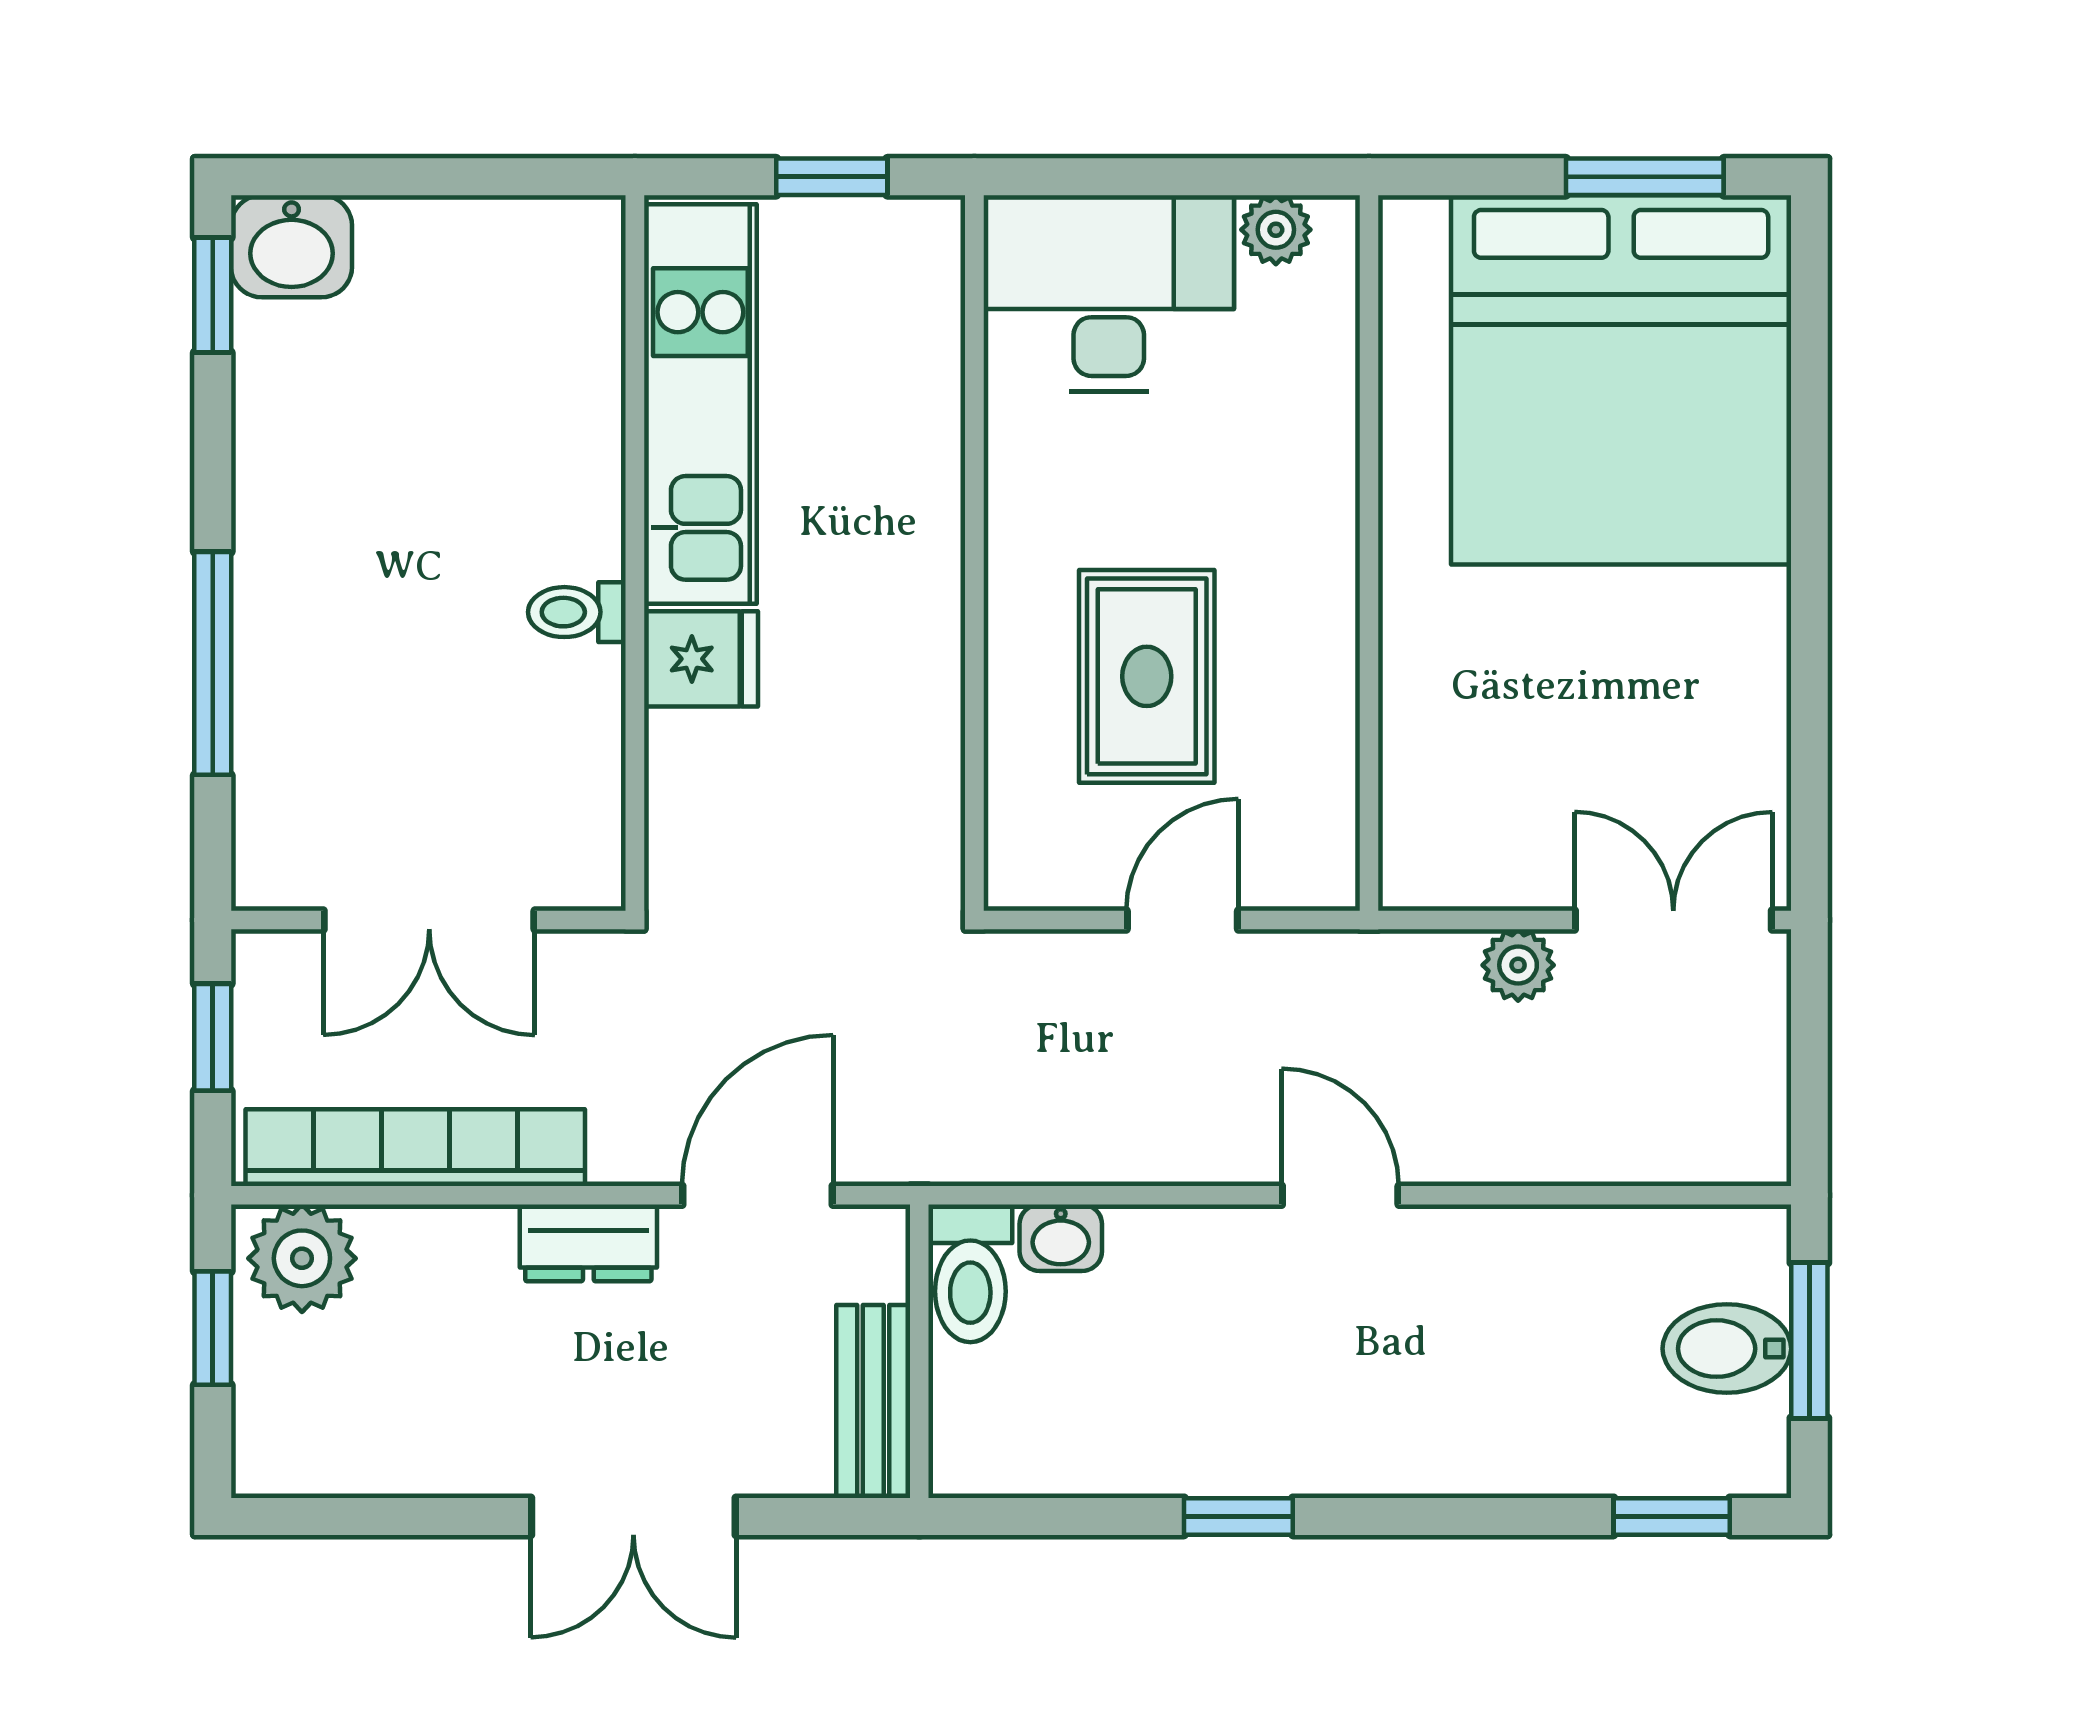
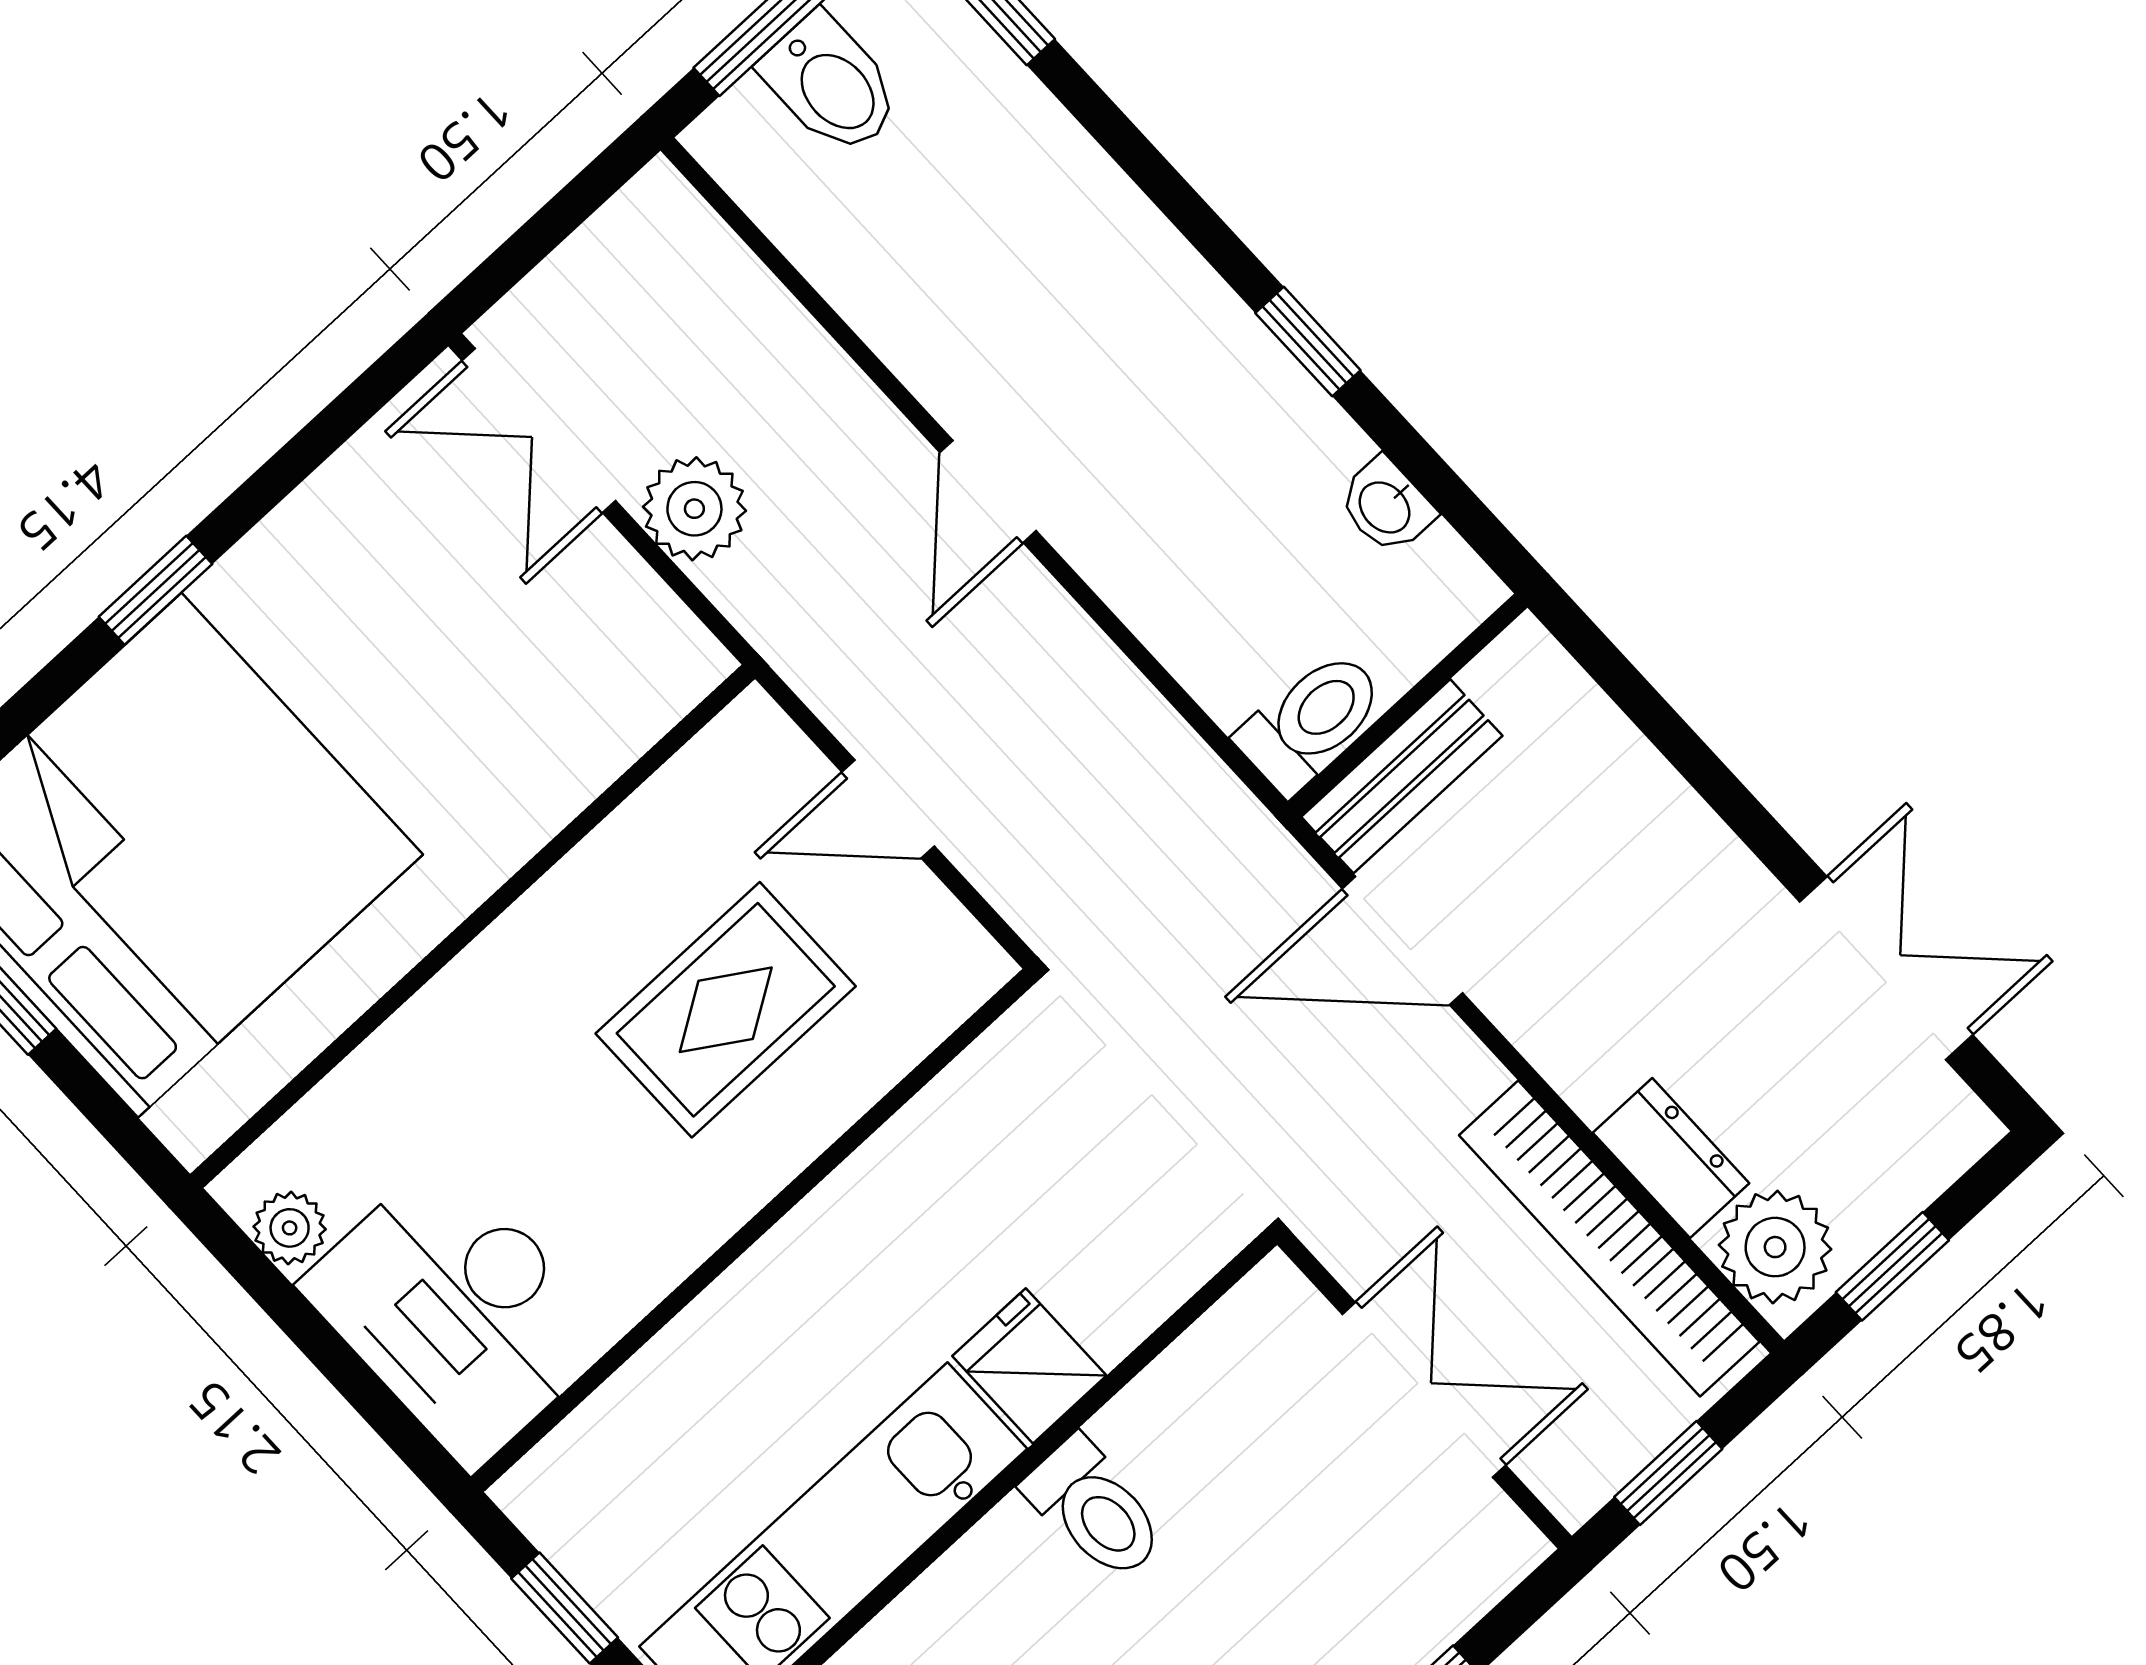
window: (1809, 548) -> (155, 590), added
toilet: (577, 612) -> (1095, 1509), width x1.37, depth x1.39
plant: (1518, 965) -> (694, 509), width x1.38, depth x1.38
washbasin: (1061, 1238) -> (1386, 506), moved, turned 180
dresser: (588, 1243) -> (1671, 1158), moved
bench: (873, 1401) -> (1402, 776), moved
double door: (633, 1516) -> (1886, 968), moved

